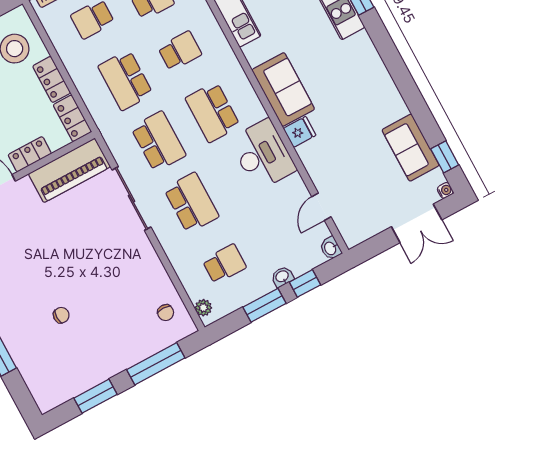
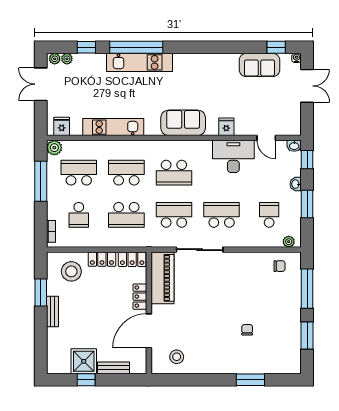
school desk: (180, 51) -> (126, 173), width x1.85
fridge: (300, 132) -> (226, 127), moved
desk: (263, 155) -> (233, 156), moved
window: (305, 283) -> (307, 160), moved

